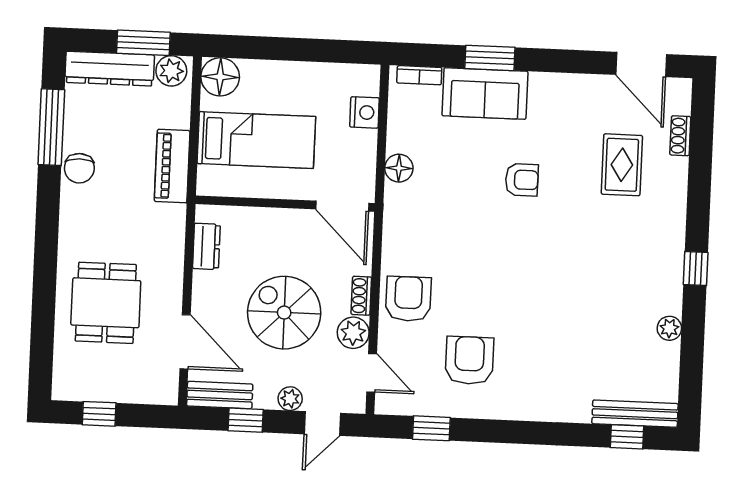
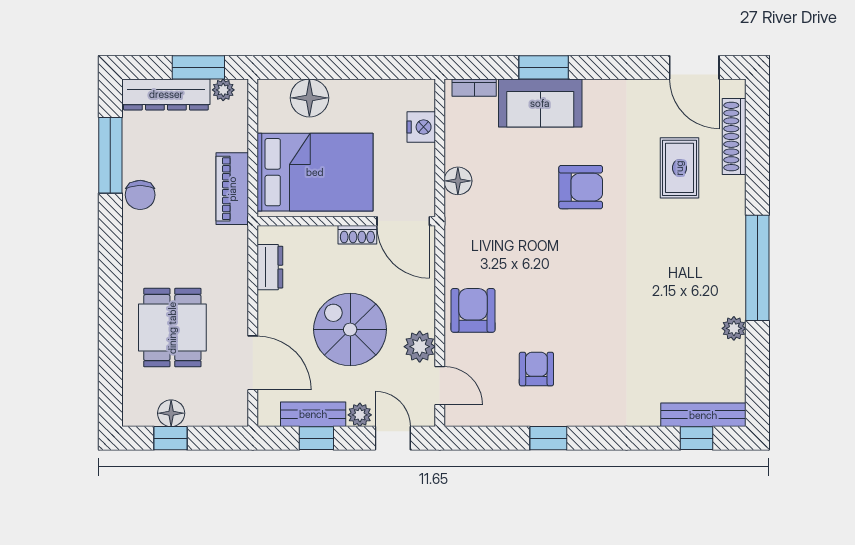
plant: (171, 71) -> (223, 90), width x0.73, depth x0.73
floor lamp: (220, 77) -> (309, 98), moved
shoe rack: (680, 136) -> (734, 136), width x1.94, depth x1.24
bed: (256, 140) -> (315, 172), width x1.50
armchair: (522, 180) -> (581, 187), width x1.38, depth x1.38
window: (696, 269) -> (757, 268), width x3.17
shoe rack: (361, 296) -> (357, 235), moved, turned -90
armchair: (469, 360) -> (536, 369), width x0.72, depth x0.72
floor lamp: (101, 389) -> (171, 413), added
bench: (220, 395) -> (313, 414), moved
door: (322, 424) -> (393, 438), swing flipped
window: (431, 428) -> (548, 438), moved

